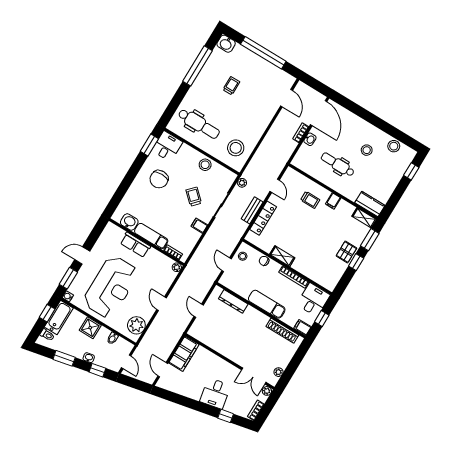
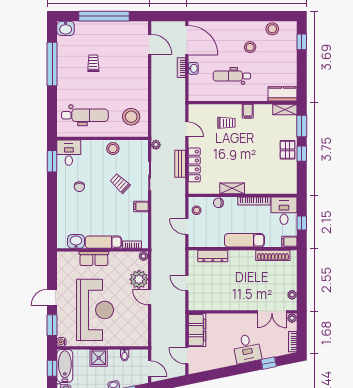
chair: (159, 179) -> (79, 187), width x0.54, depth x0.54
plant: (136, 325) -> (139, 279), moved

